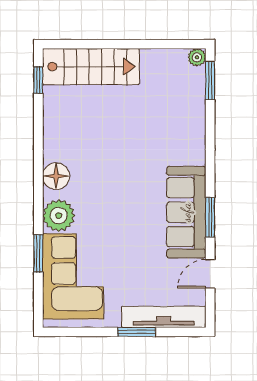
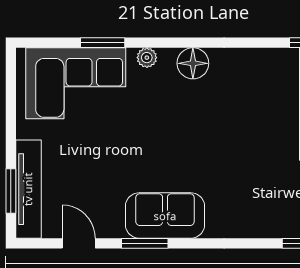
sofa: (186, 212) -> (165, 216), width x0.73
plant: (59, 216) -> (147, 58), width x0.53, depth x0.53
window: (137, 332) -> (11, 191), moved

